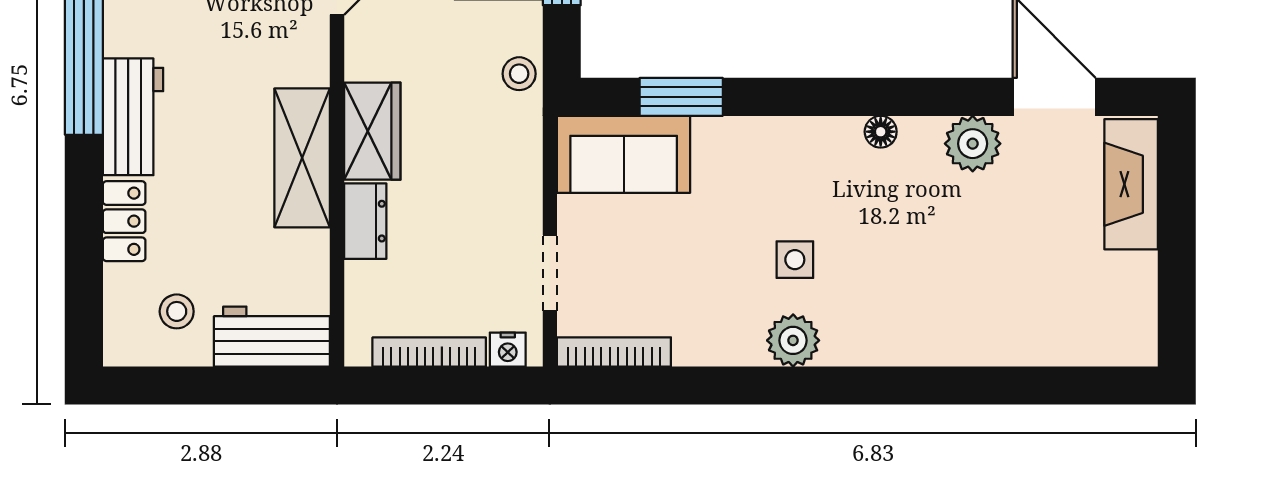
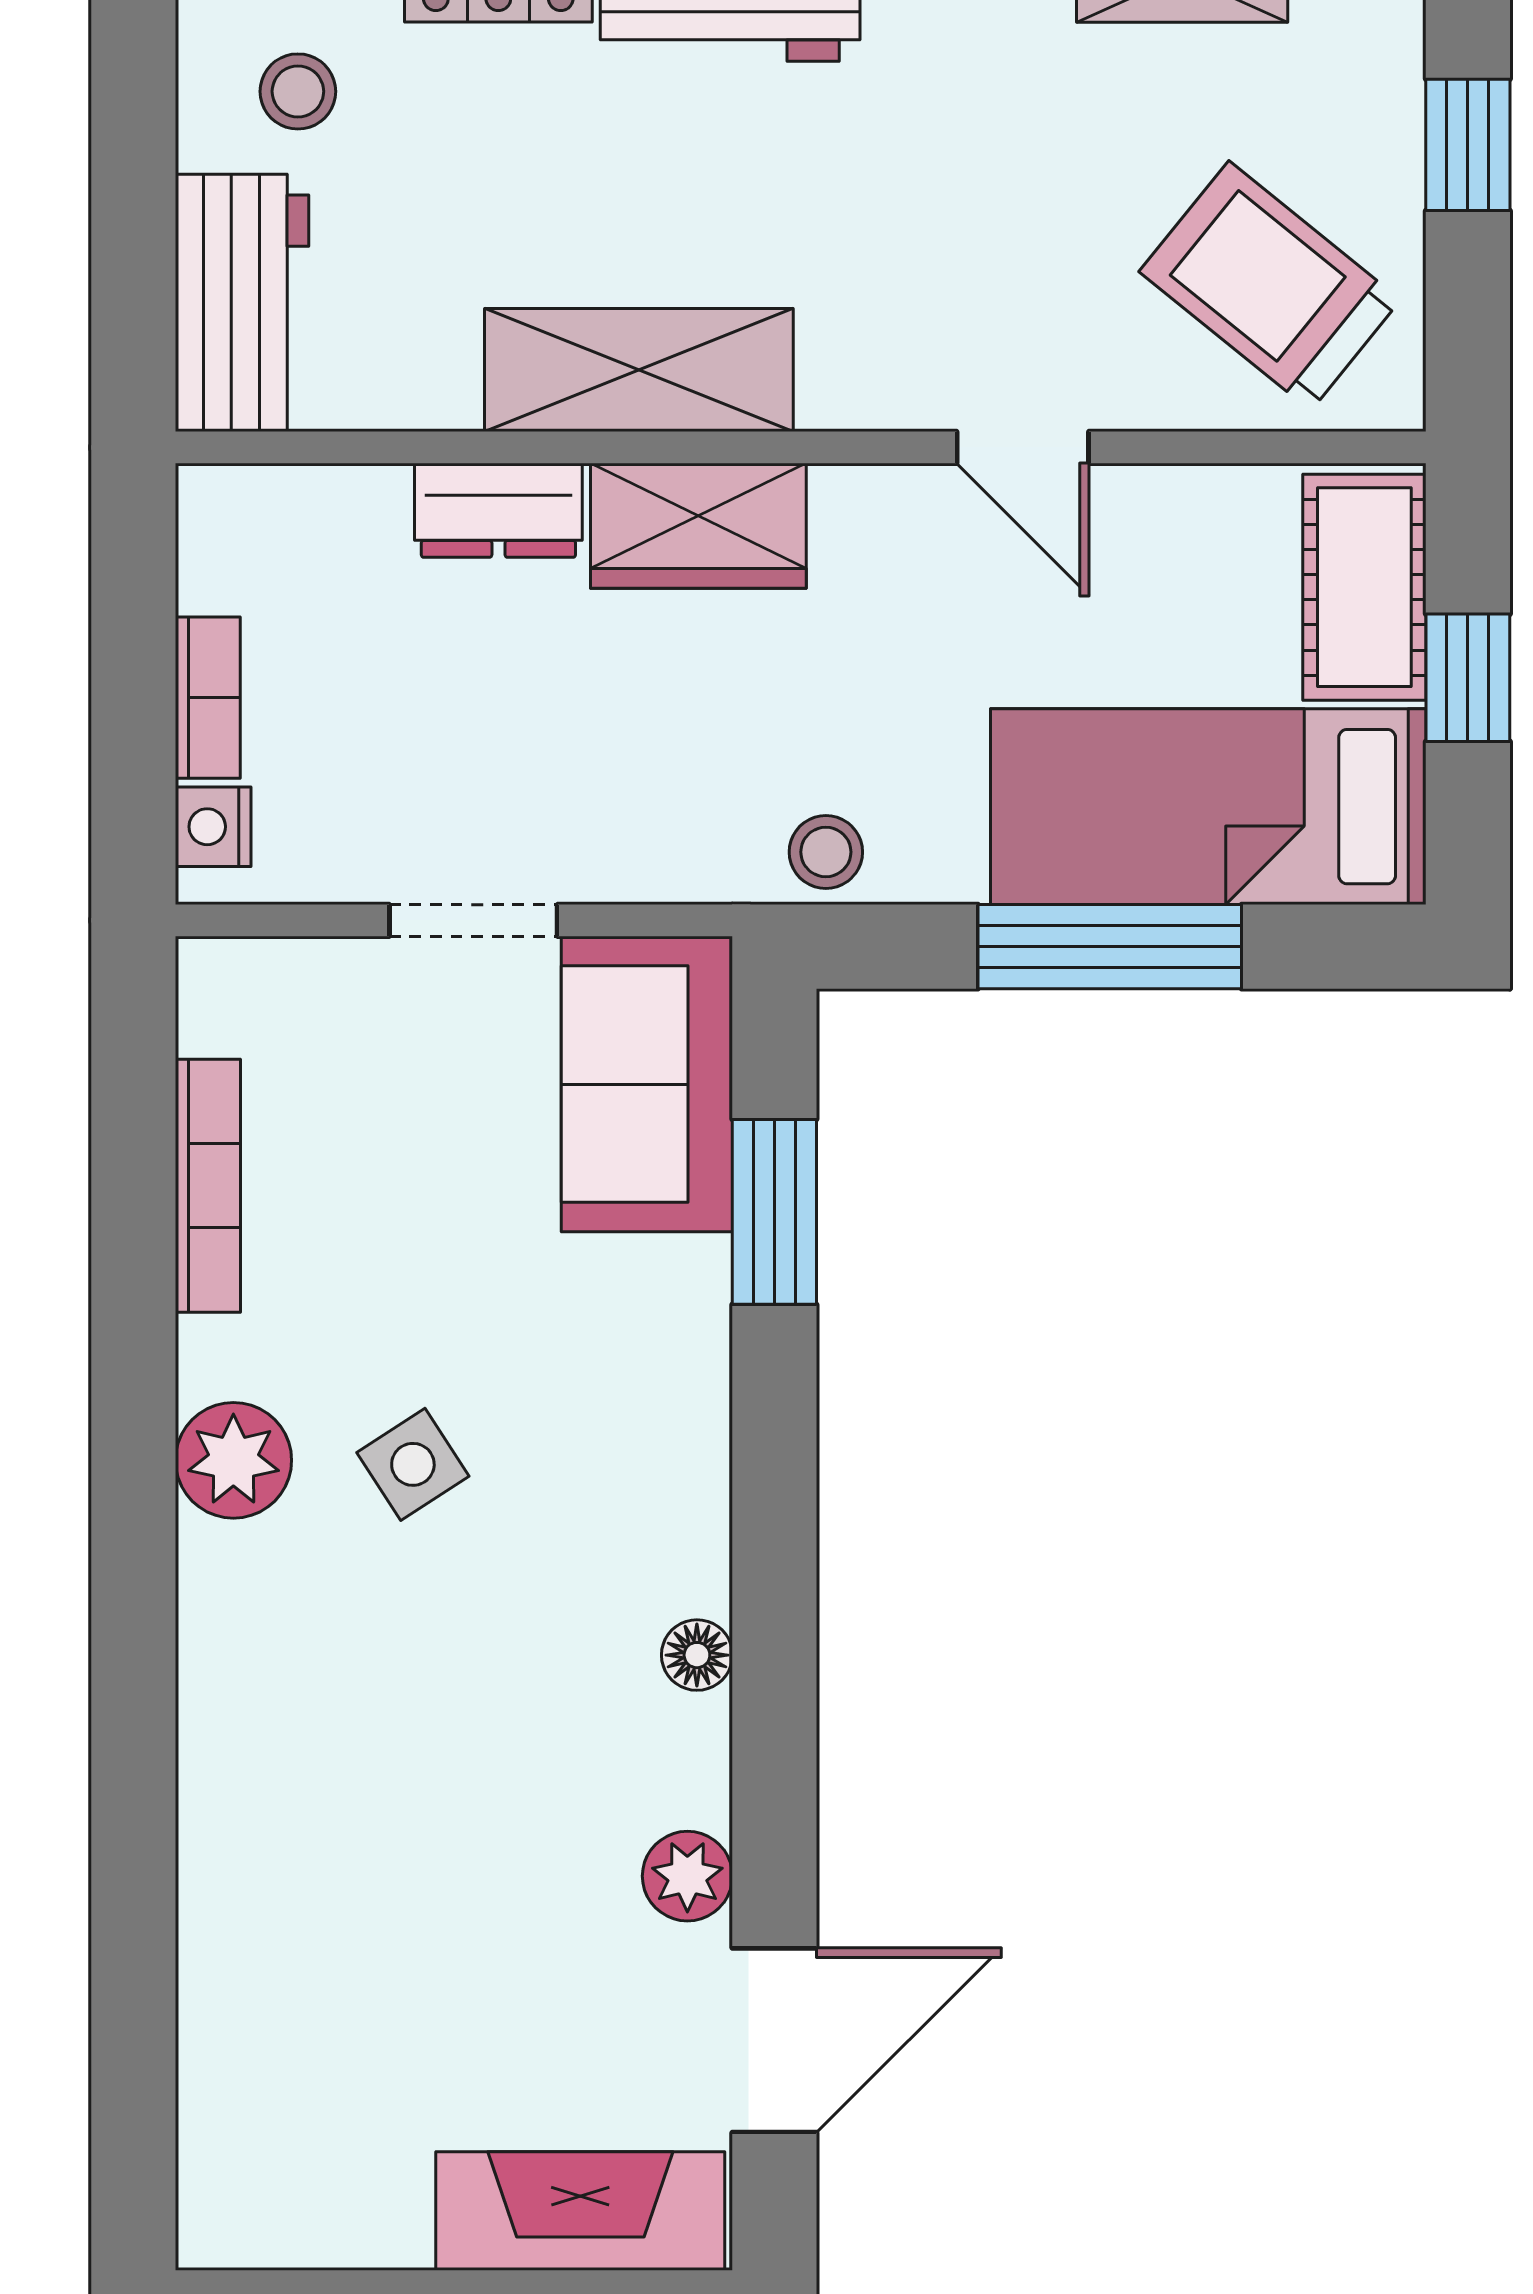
plant: (973, 144) -> (687, 1876), width x0.73, depth x0.73
side table: (795, 260) -> (413, 1464), turned -33
doorway: (550, 273) -> (473, 920), moved
bookcase: (429, 352) -> (208, 698), width x0.64
bookcase: (614, 352) -> (208, 1186), moved

